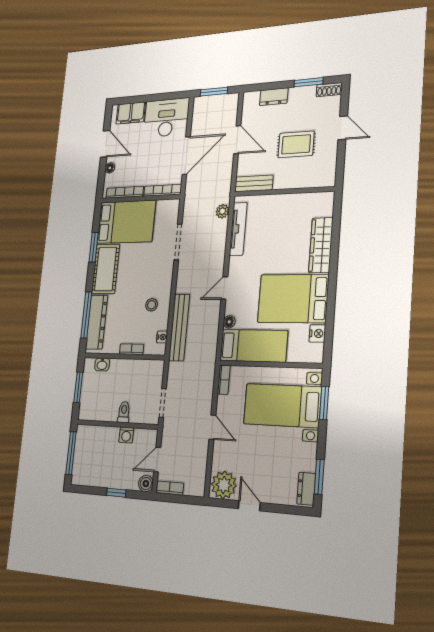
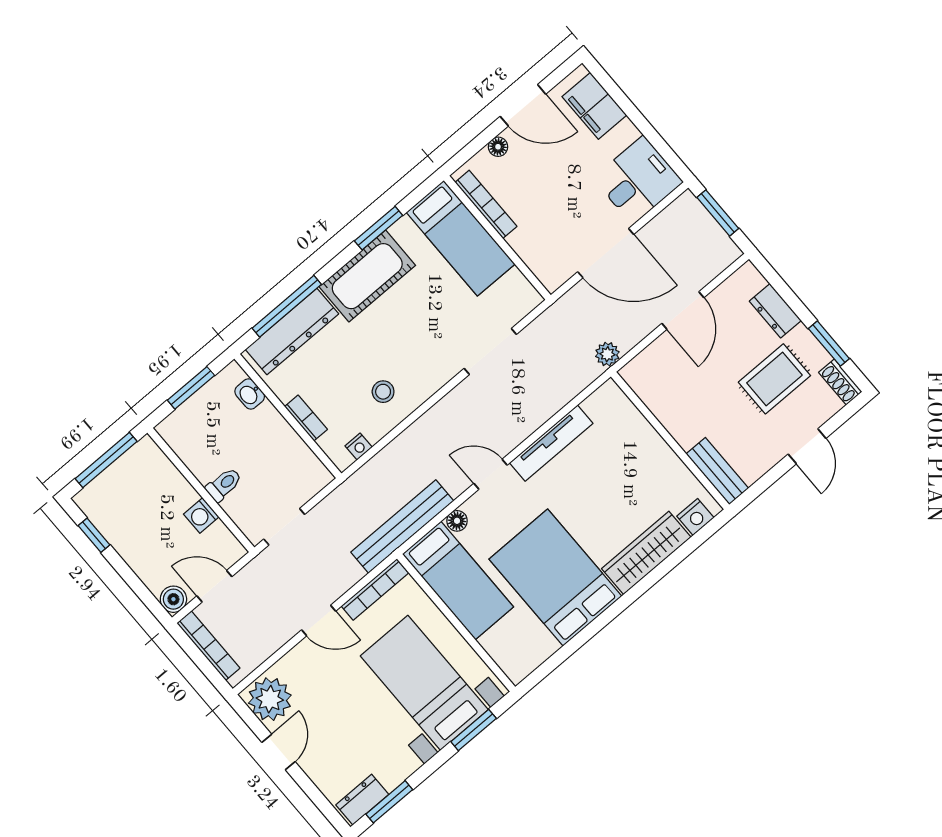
desk: (166, 118) -> (638, 180), width x0.73
door: (105, 144) -> (523, 105), hinge flipped
rug: (296, 144) -> (774, 379), moved, turned 90
bench: (254, 183) -> (717, 471), moved
bookcase: (163, 190) -> (535, 262), removed
plant: (222, 211) -> (607, 354), moved
bed: (126, 222) -> (461, 238), width x0.67
tv unit: (238, 229) -> (551, 443), moved
bench: (179, 327) -> (402, 526), moved
nightstand: (317, 333) -> (695, 517), moved
bookcase: (224, 380) -> (375, 589), width x1.56
door: (212, 427) -> (319, 621), hinge flipped
bookcase: (170, 488) -> (208, 646), width x1.56
window: (116, 493) -> (94, 535), moved

